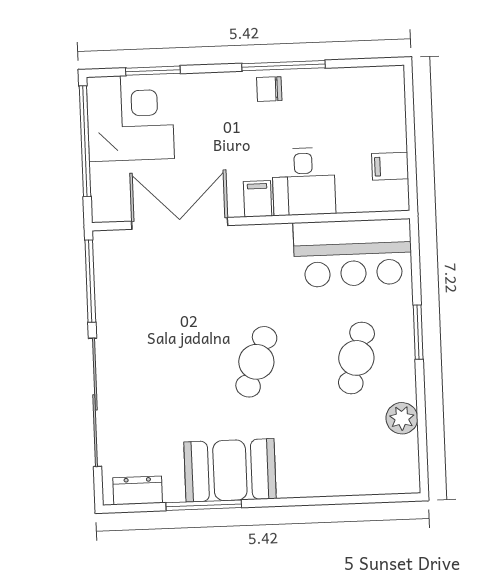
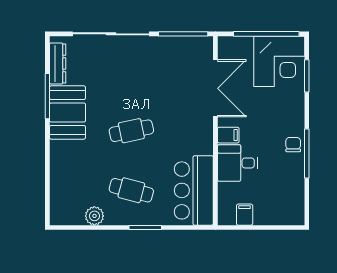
cafe table: (256, 362) -> (131, 131), turned -33
dresser: (138, 490) -> (58, 64), width x1.44

